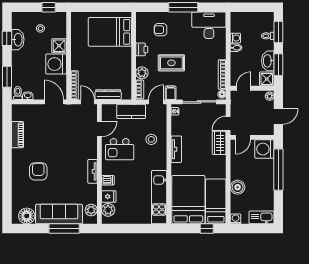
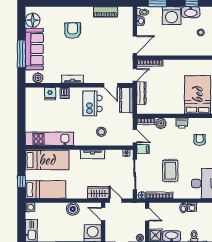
shower: (59, 46) -> (185, 49), removed
rug: (171, 63) -> (170, 171), moved
washing machine: (56, 64) -> (172, 16), moved, turned 180
kitchen counter: (131, 111) -> (126, 100), moved
armchair: (38, 171) -> (73, 30), turned -90
boiler: (238, 187) -> (73, 209), moved
bed: (188, 200) -> (47, 160), width x0.67
plant: (108, 210) -> (38, 93), removed

